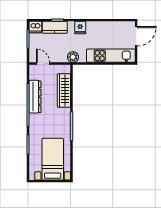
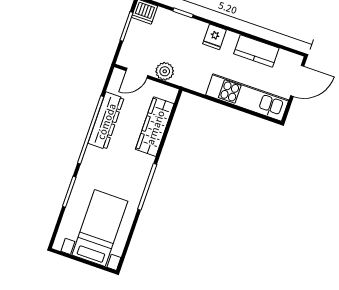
kitchen counter: (55, 27) -> (256, 51), moved
plant: (73, 57) -> (165, 71), moved
door: (43, 64) -> (137, 73), swing flipped

